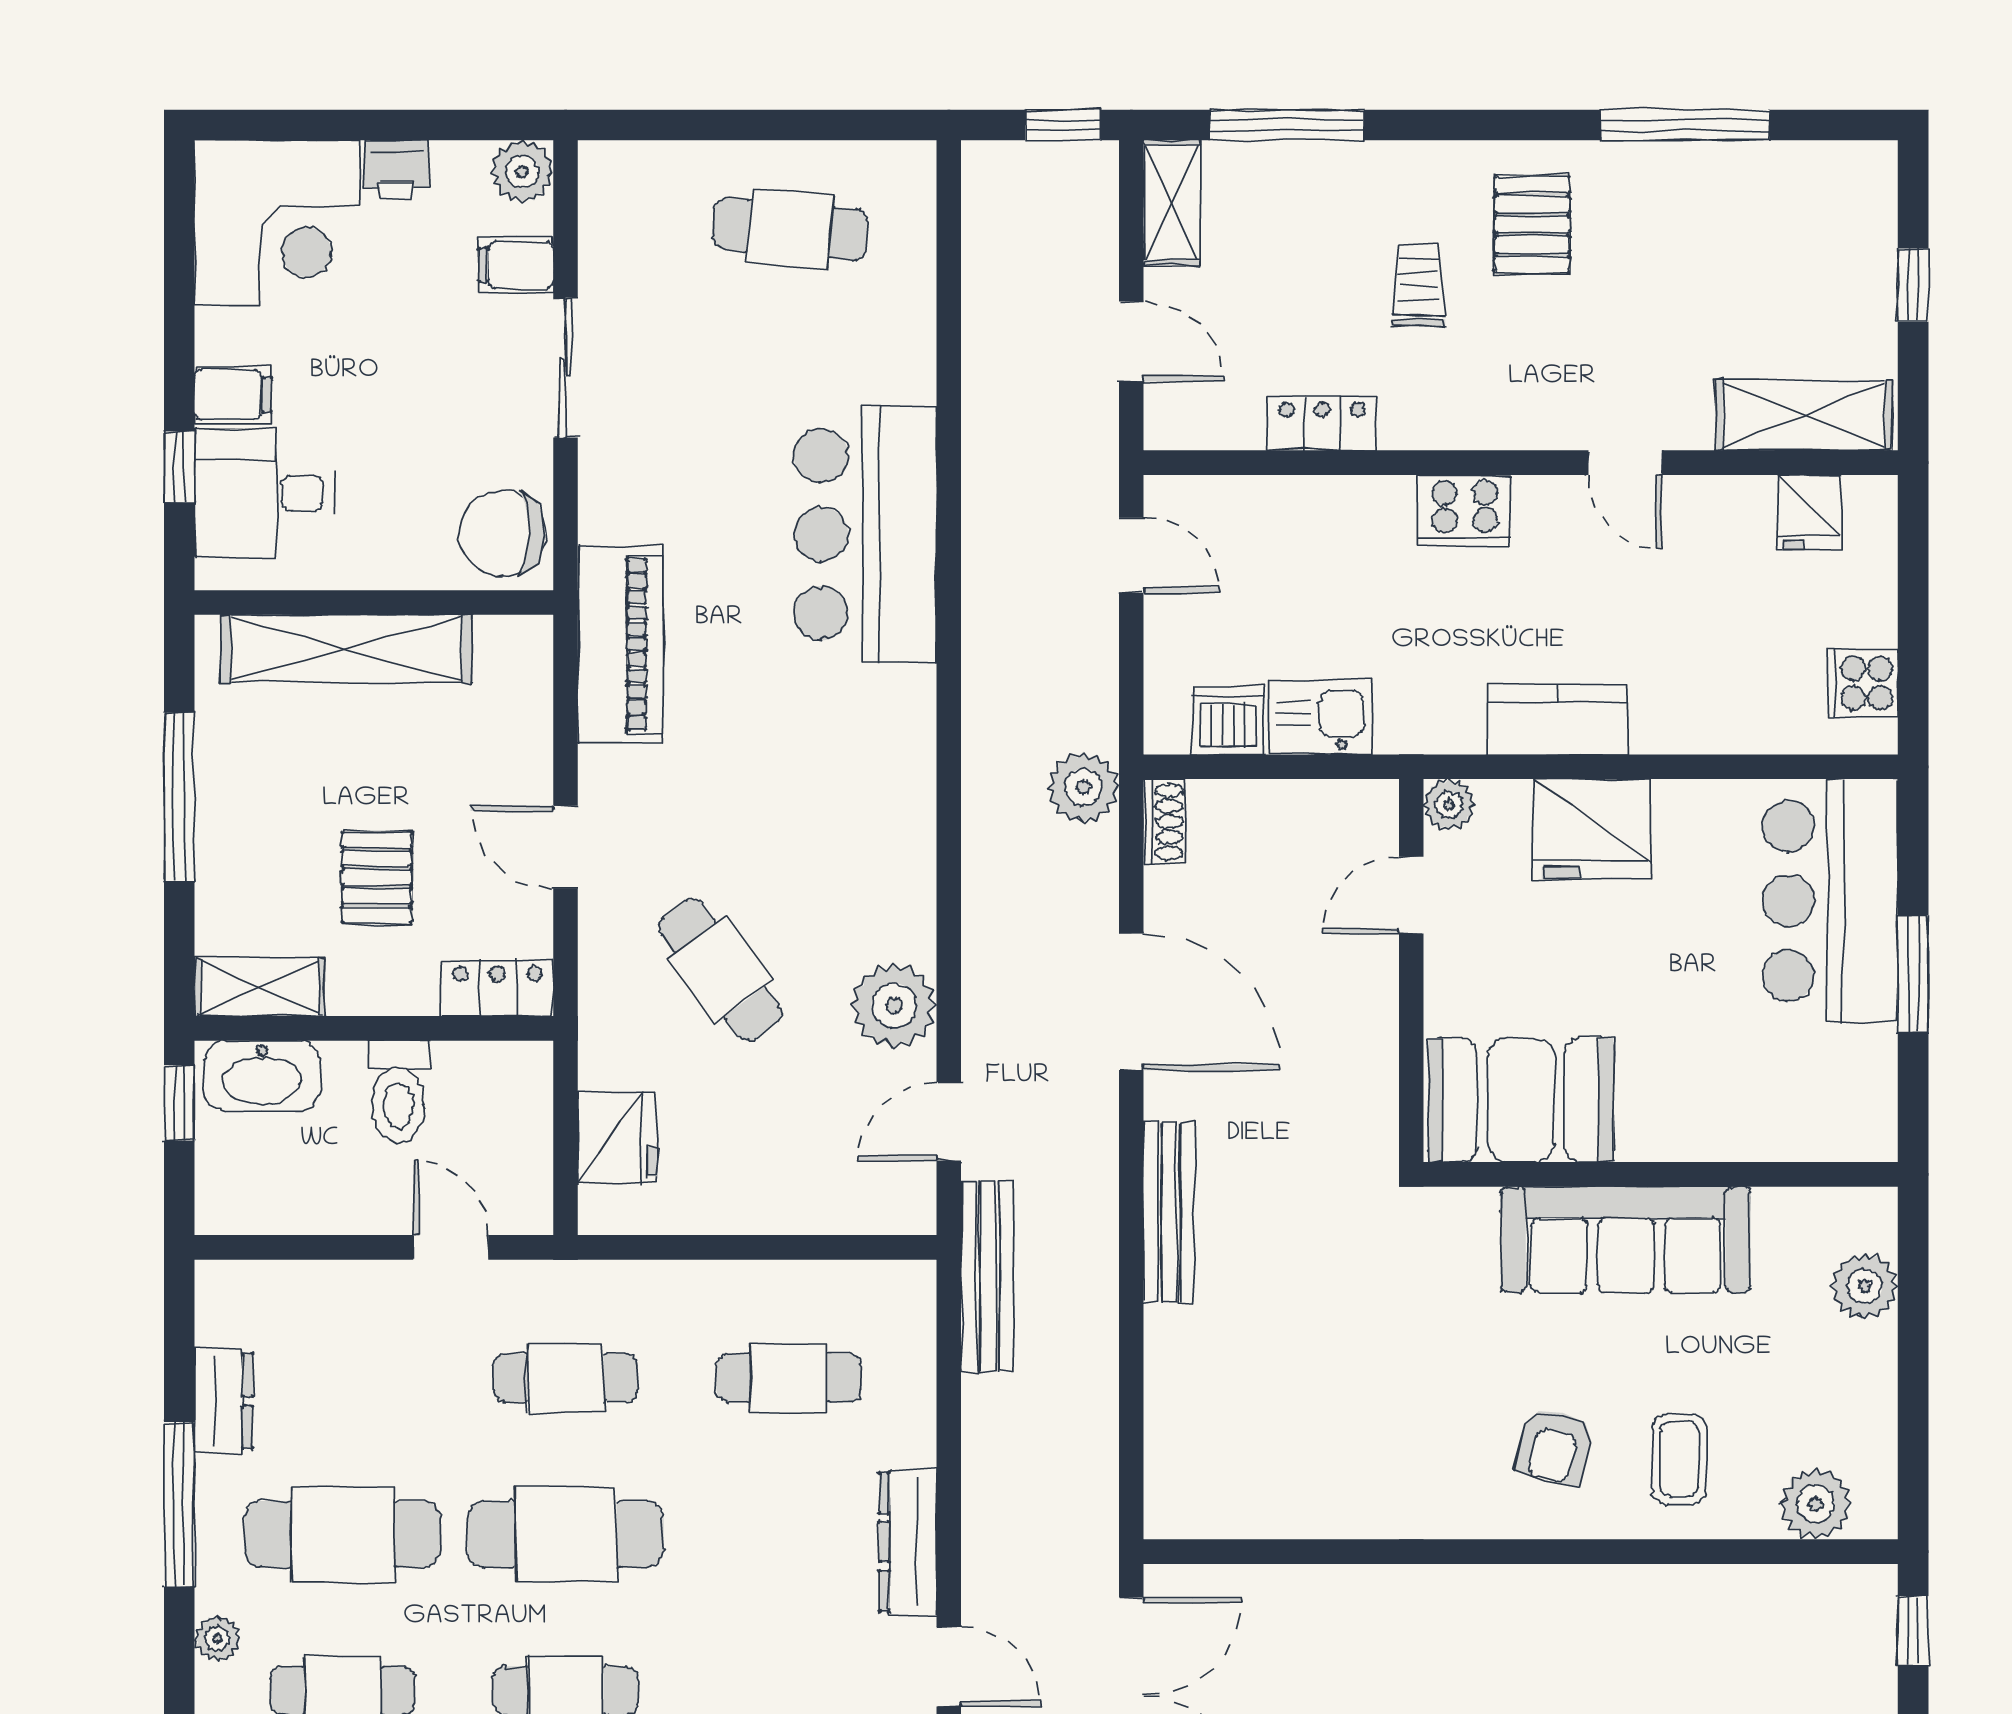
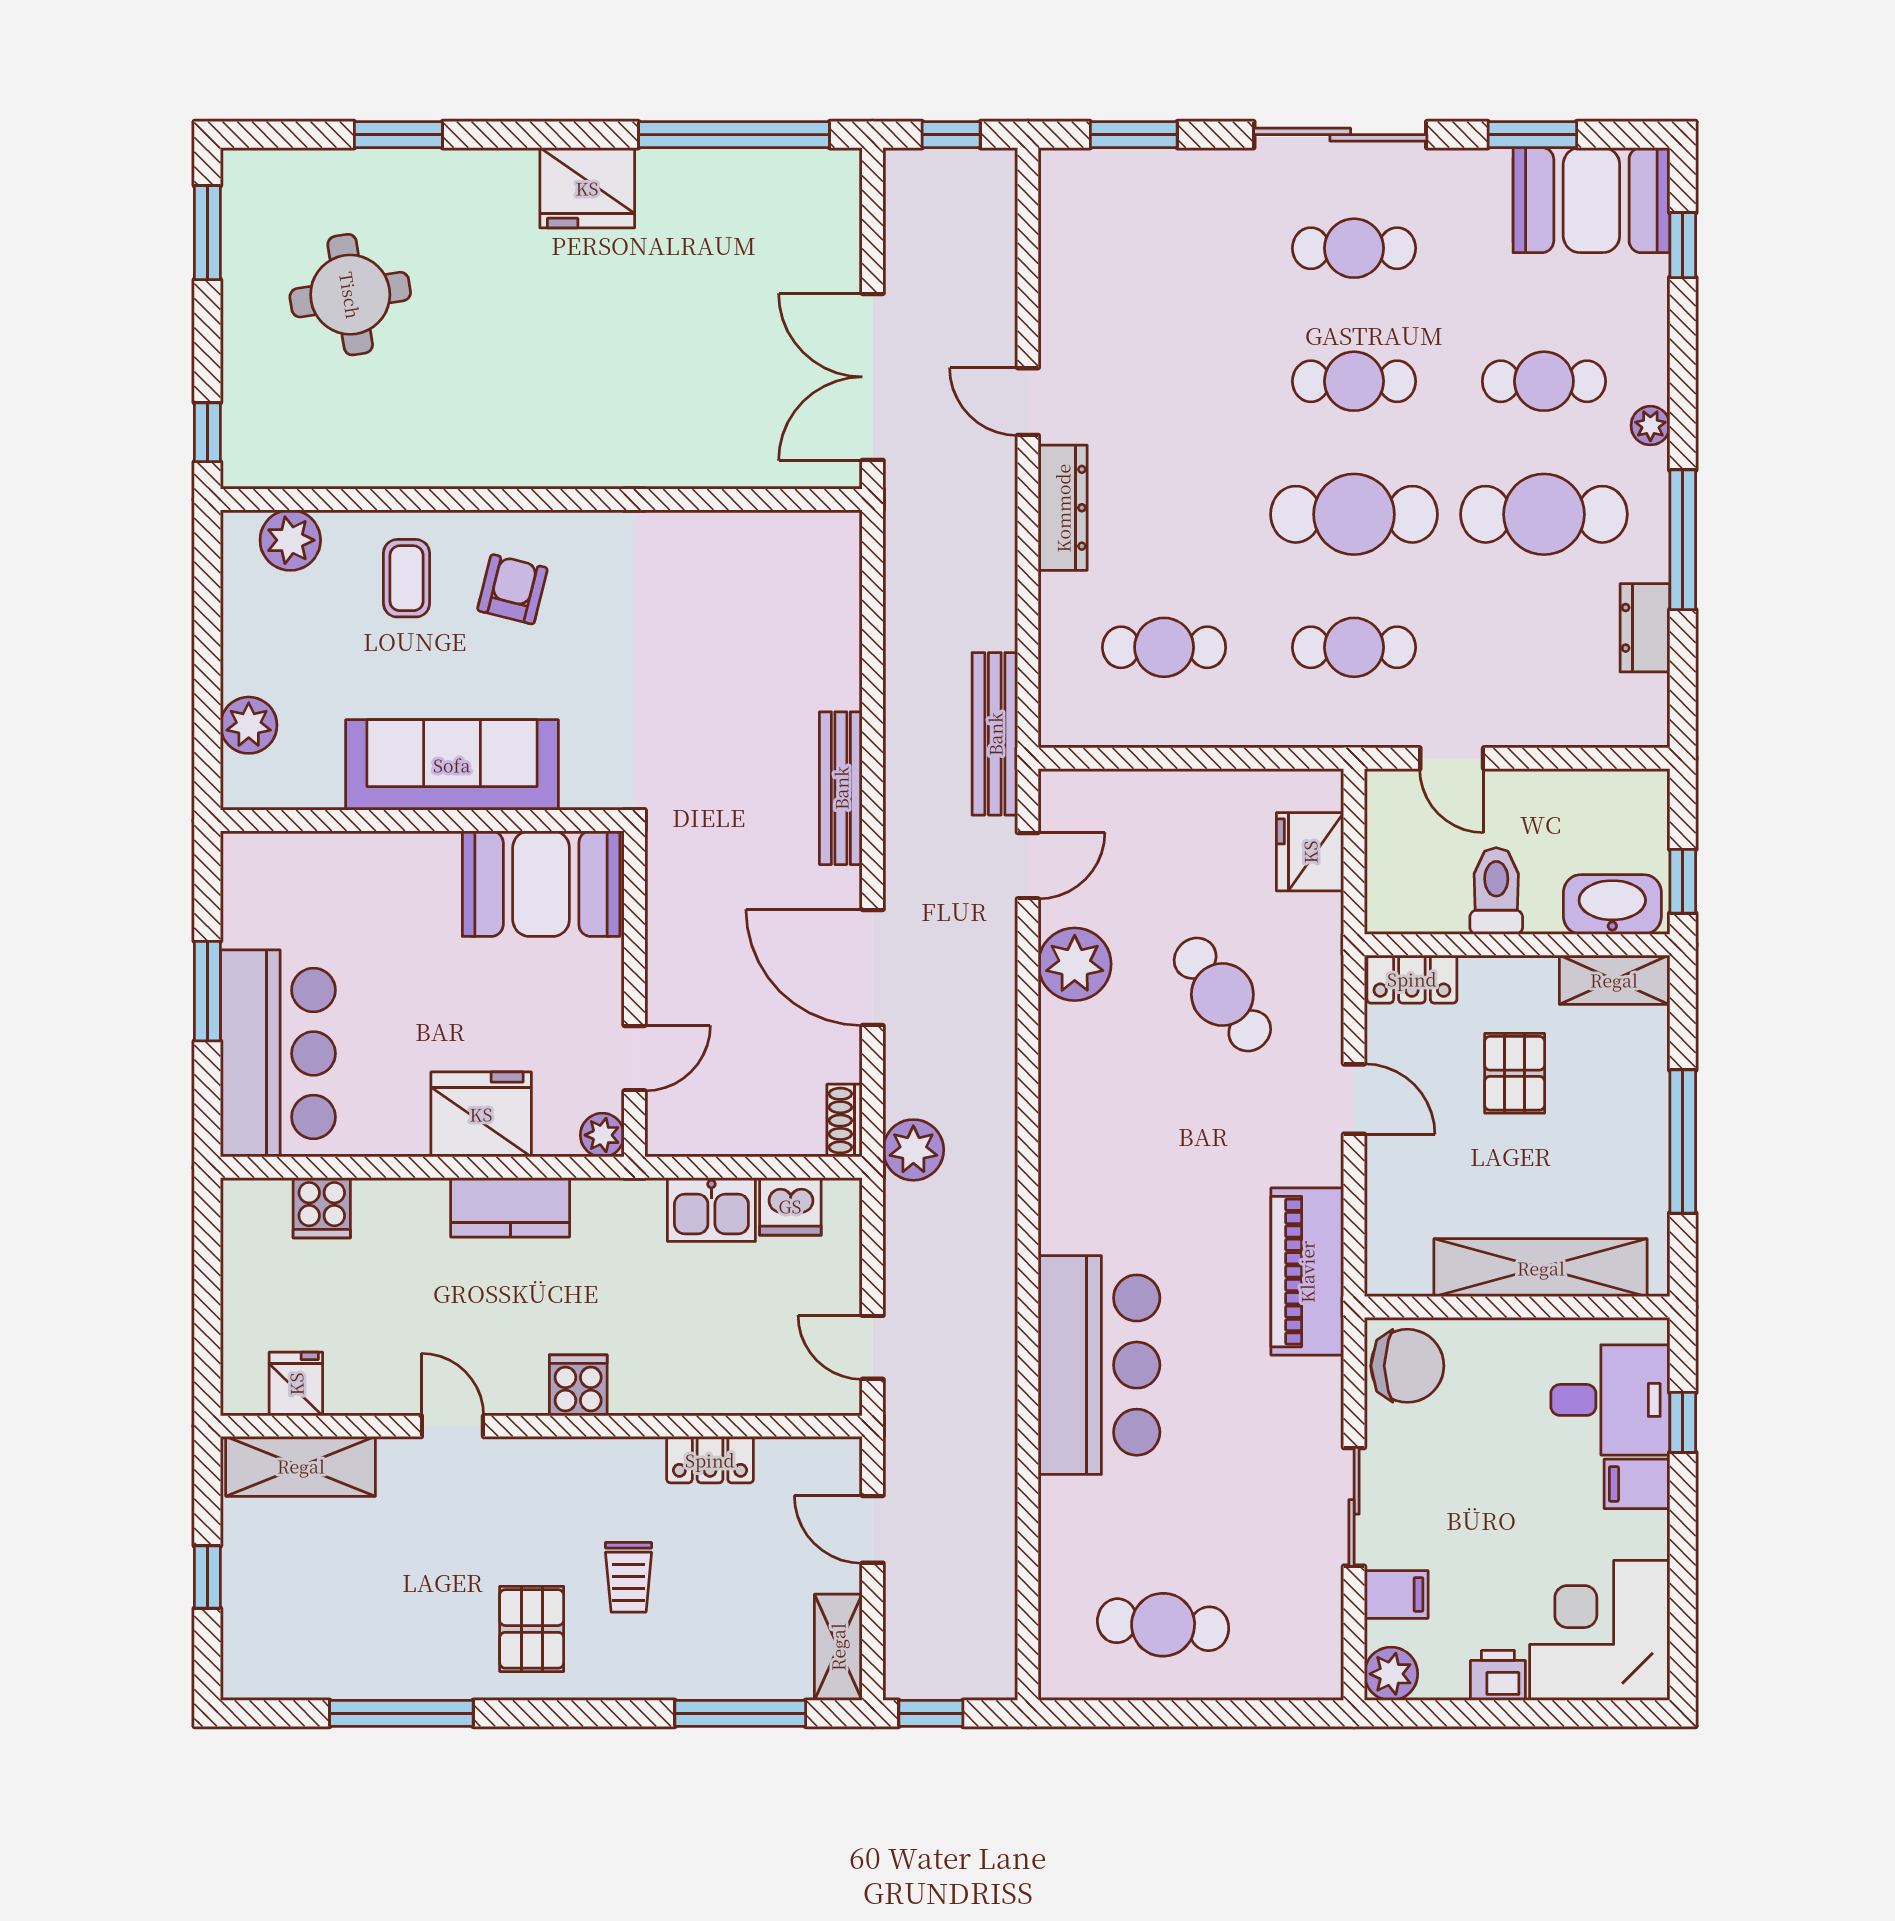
cooker: (1465, 511) -> (578, 1385), width x0.73
cooker: (1862, 683) -> (322, 1208), moved, turned 90

